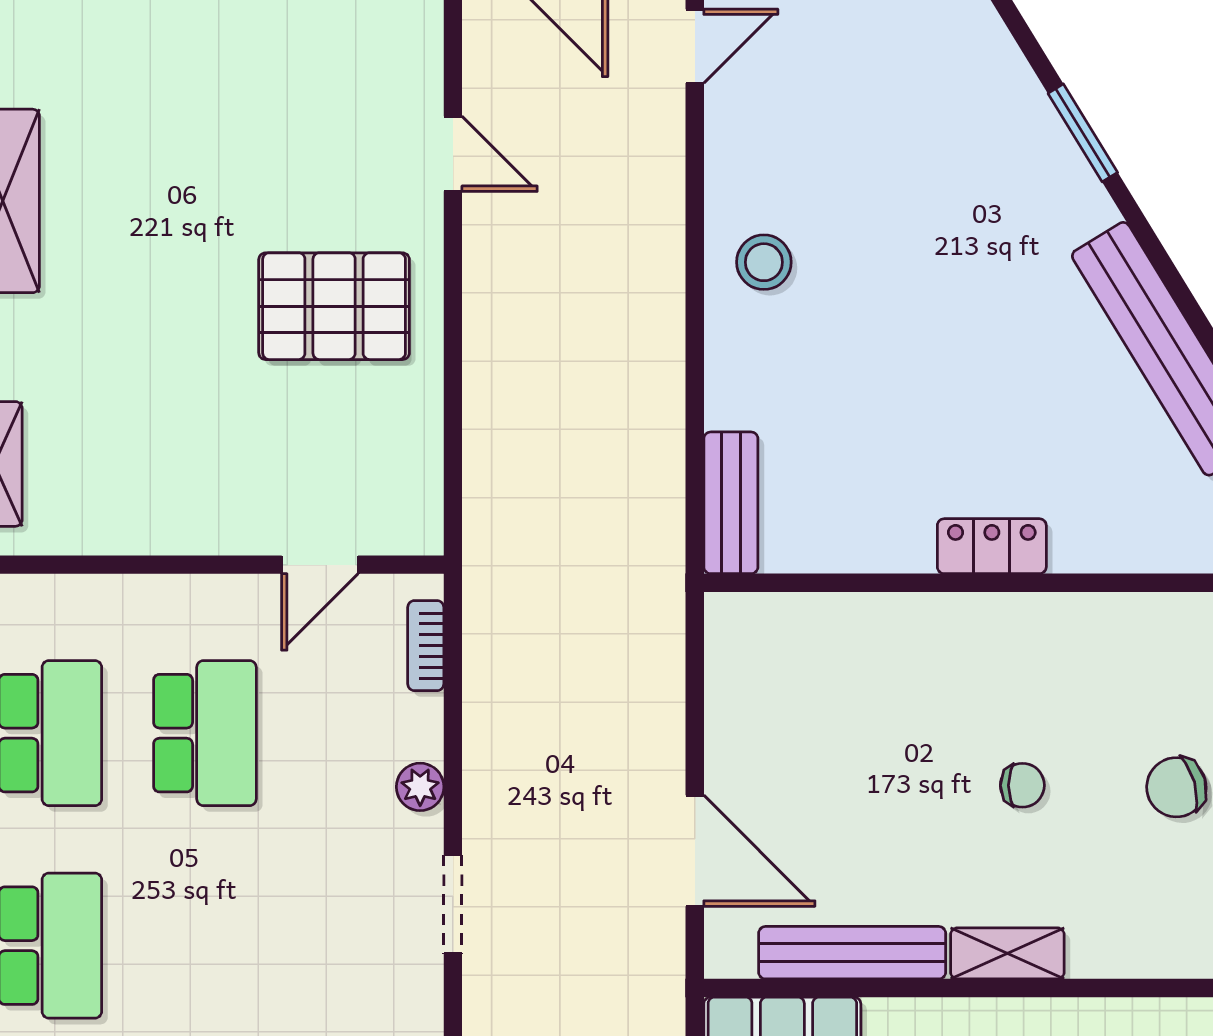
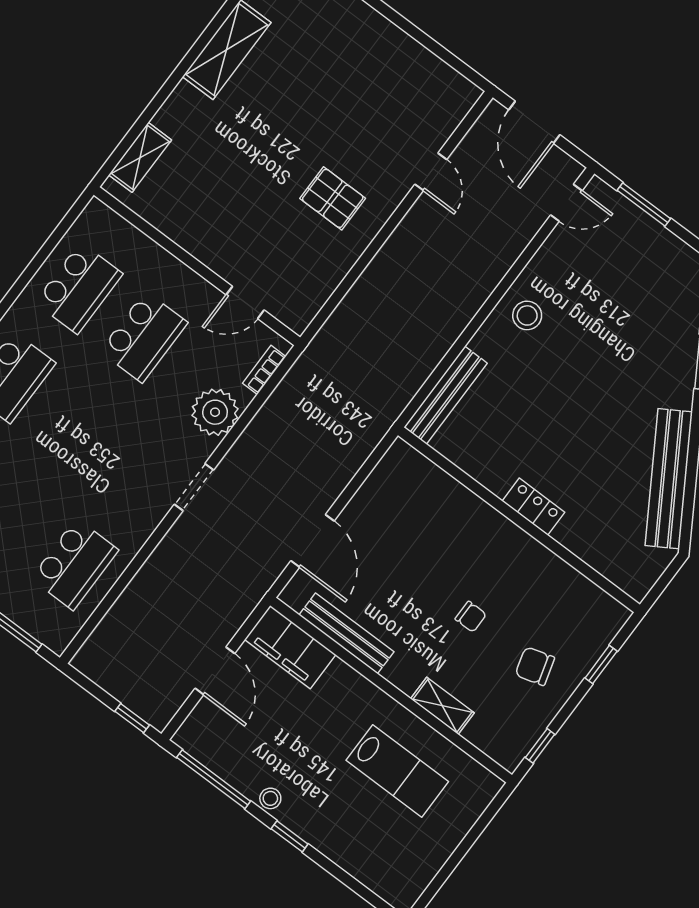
pallet: (334, 306) -> (333, 198), width x0.67, depth x0.71
bench: (731, 503) -> (446, 395), width x1.36
plant: (420, 787) -> (215, 412), width x1.88, depth x1.88
shelving: (1007, 953) -> (442, 706), moved

